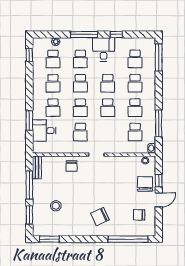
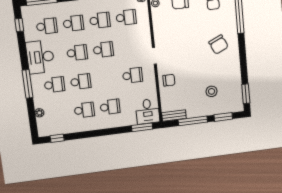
window: (116, 35) -> (19, 25), moved
desk: (104, 49) -> (40, 57), width x1.37
school desk: (53, 59) -> (58, 113), removed
school desk: (80, 108) -> (107, 78), removed
window: (29, 120) -> (142, 127), moved
desk: (44, 131) -> (148, 111), moved

